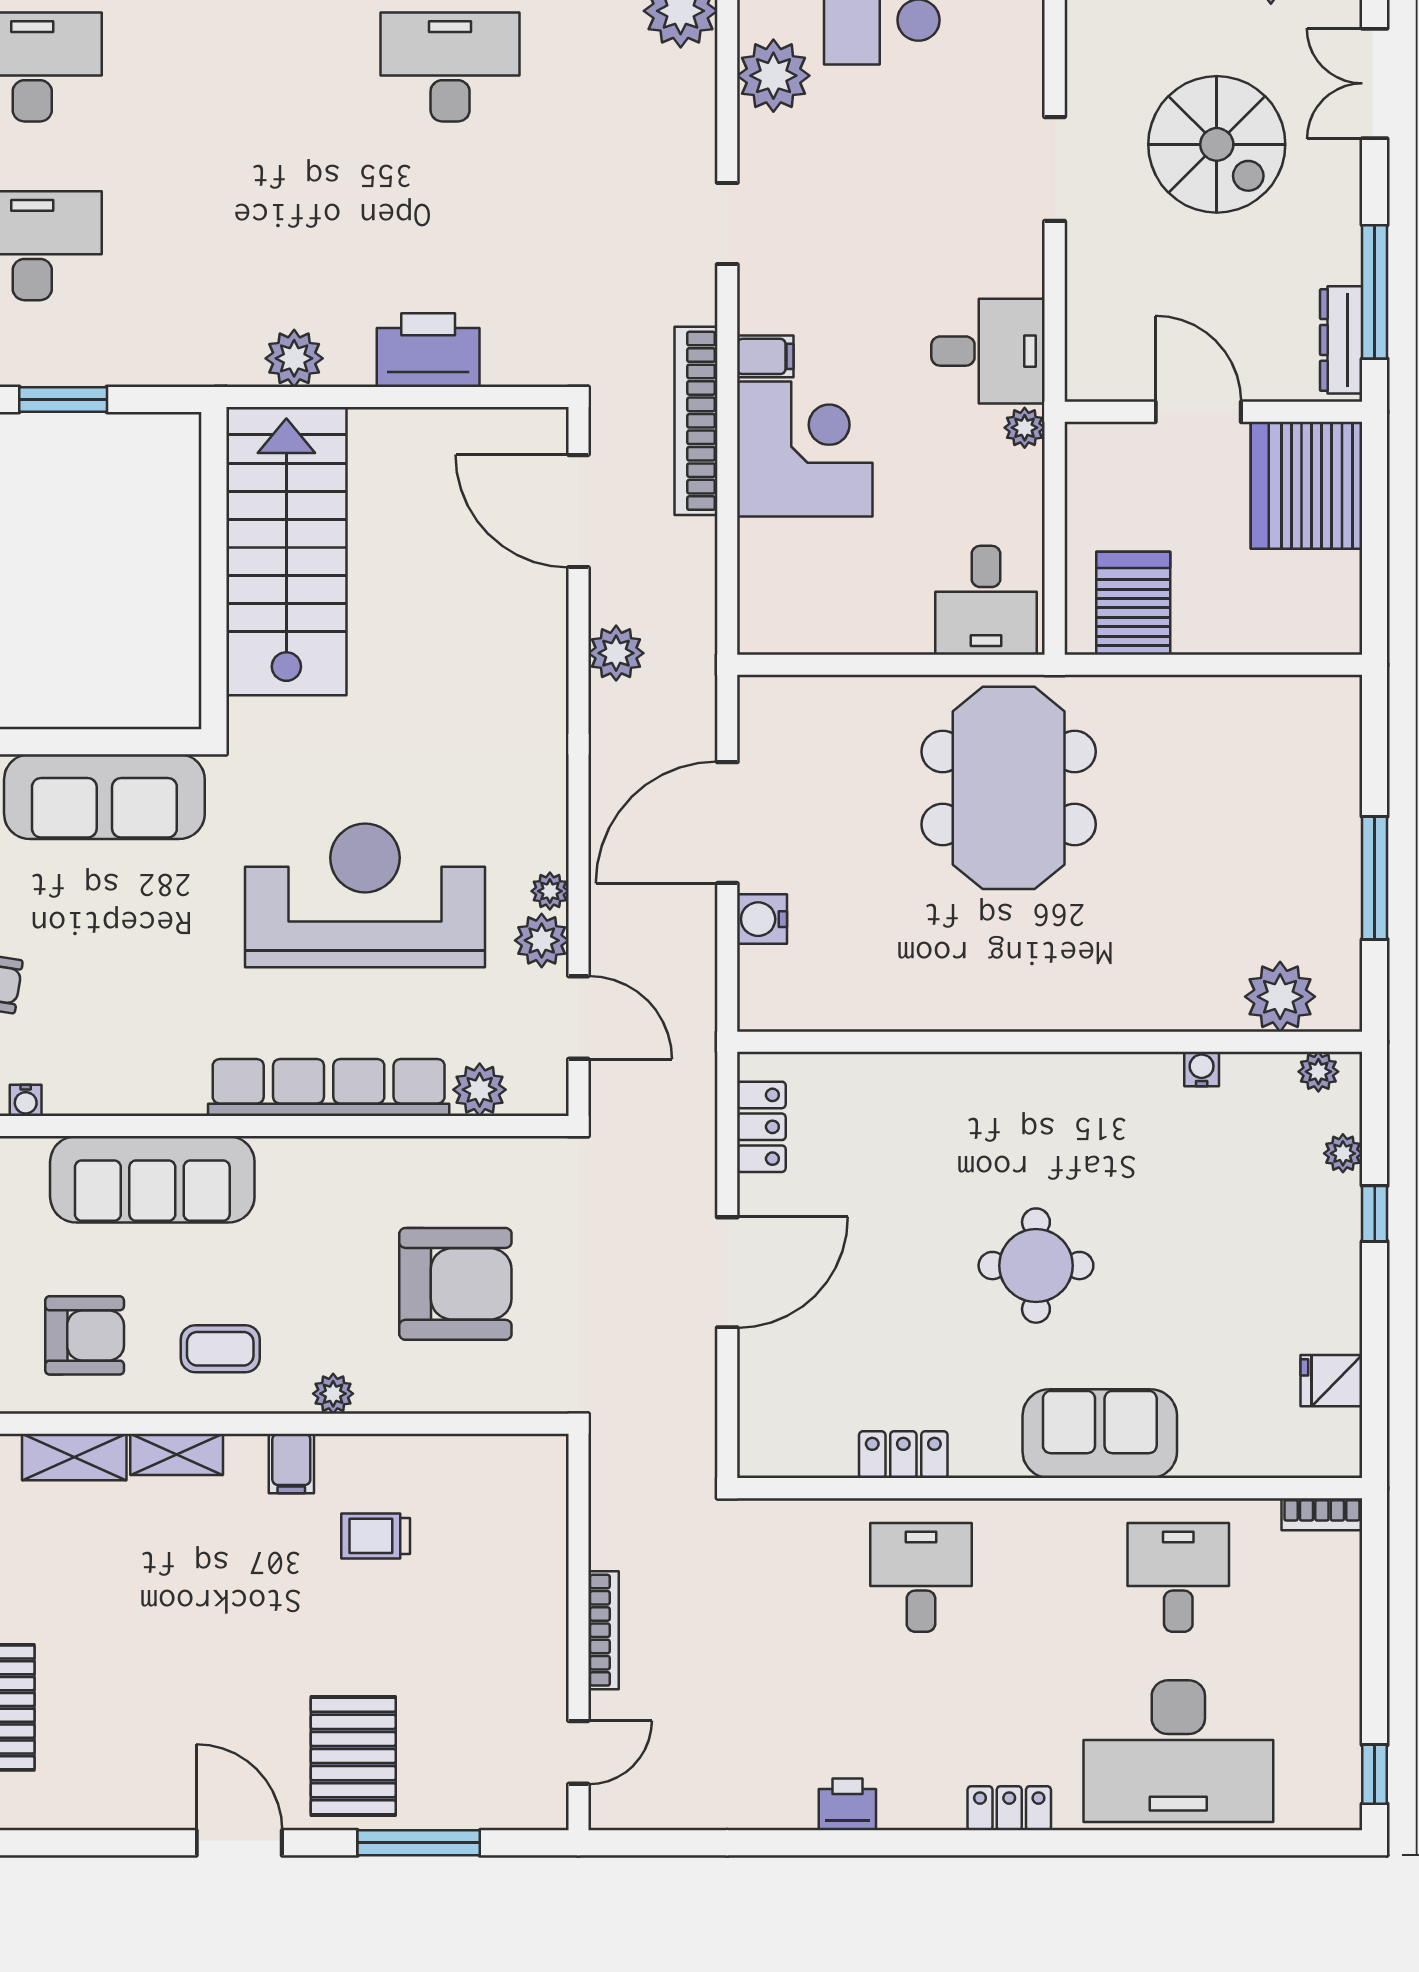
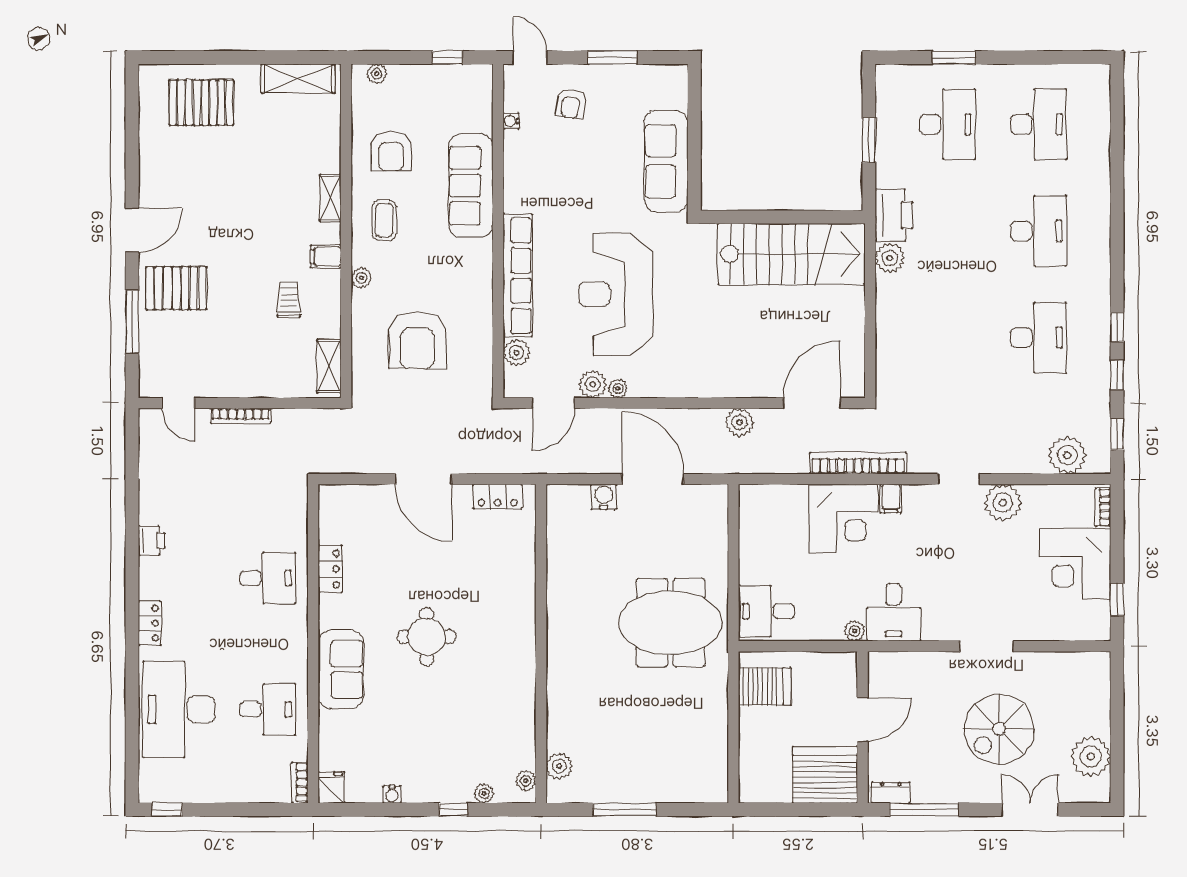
desk: (241, 67) -> (1039, 231), added
plant: (773, 76) -> (1003, 503), moved
dresser: (1341, 340) -> (891, 792), width x0.70
printer: (428, 350) -> (894, 215), moved
reception desk: (365, 895) -> (616, 294), turned 180
plant: (1280, 997) -> (559, 766), width x0.73, depth x0.73
water cooler: (1202, 1069) -> (392, 794), moved, turned 90
fridge: (1331, 1381) -> (331, 788), moved
shelving: (74, 1457) -> (329, 366), moved

